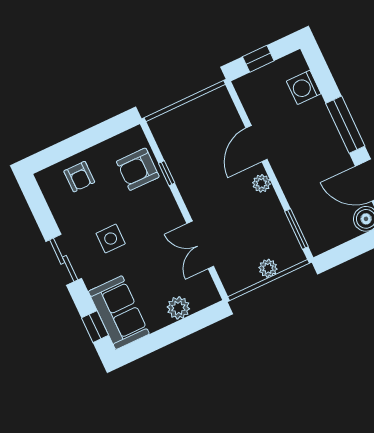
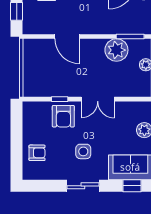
armchair: (138, 169) -> (63, 116), moved
plant: (261, 183) -> (116, 50), moved, width x1.88, depth x1.88
double door: (200, 245) -> (98, 99), moved

